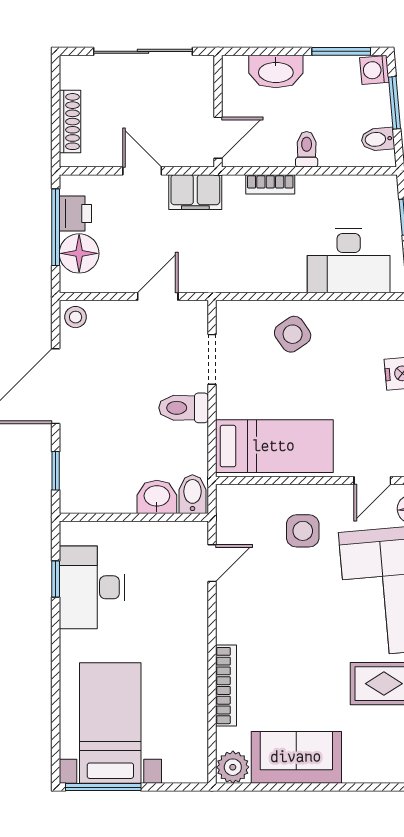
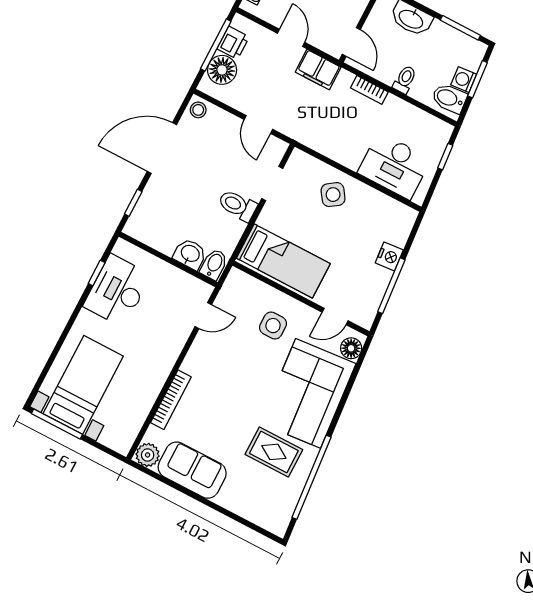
washing machine: (374, 70) -> (464, 80), moved
door: (218, 138) -> (351, 42), hinge flipped
bidet: (378, 139) -> (449, 98), width x1.38, depth x1.36
door: (158, 297) -> (258, 124), swing flipped

